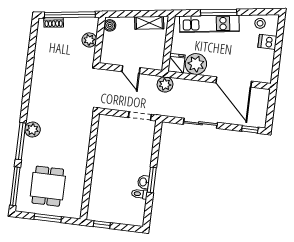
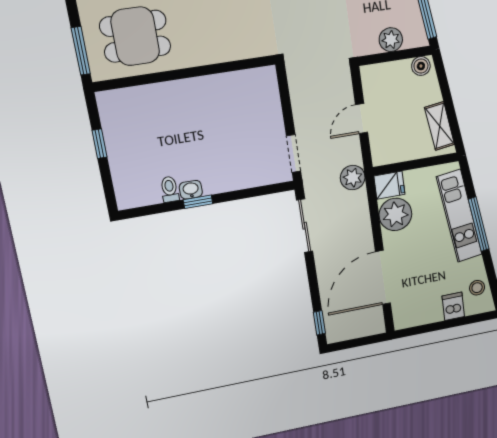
sliding door: (200, 123) -> (305, 226), moved
wall: (90, 167) -> (185, 73), moved
window: (152, 180) -> (198, 202), width x0.67

